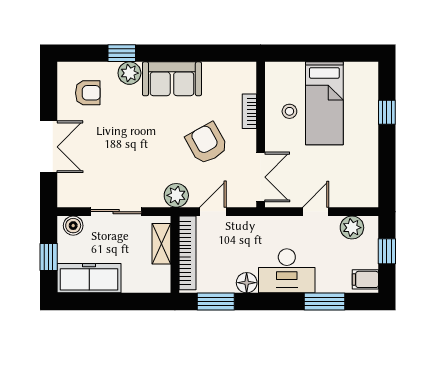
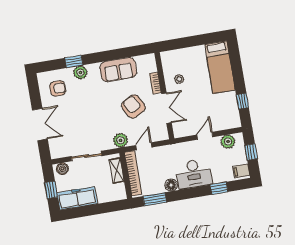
sofa: (172, 79) -> (118, 70), moved
bed: (324, 103) -> (220, 67), moved
window: (387, 112) -> (242, 101), moved
double door: (261, 177) -> (167, 108), moved
window: (324, 302) -> (219, 188), width x0.67

